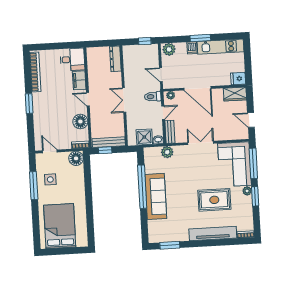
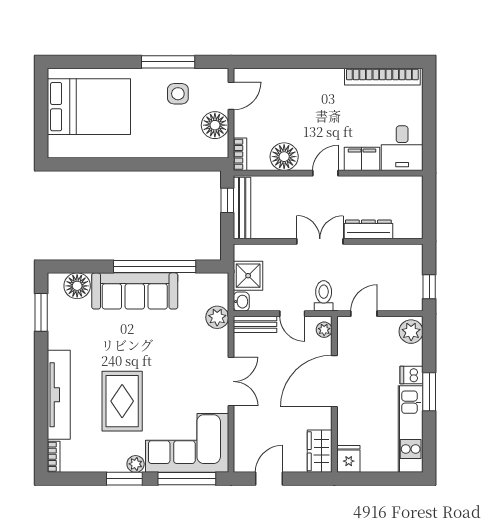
dresser: (115, 59) -> (368, 229), moved
window: (29, 104) -> (323, 62), removed
floor lamp: (76, 158) -> (215, 125), moved
floor lamp: (155, 227) -> (77, 286), added

